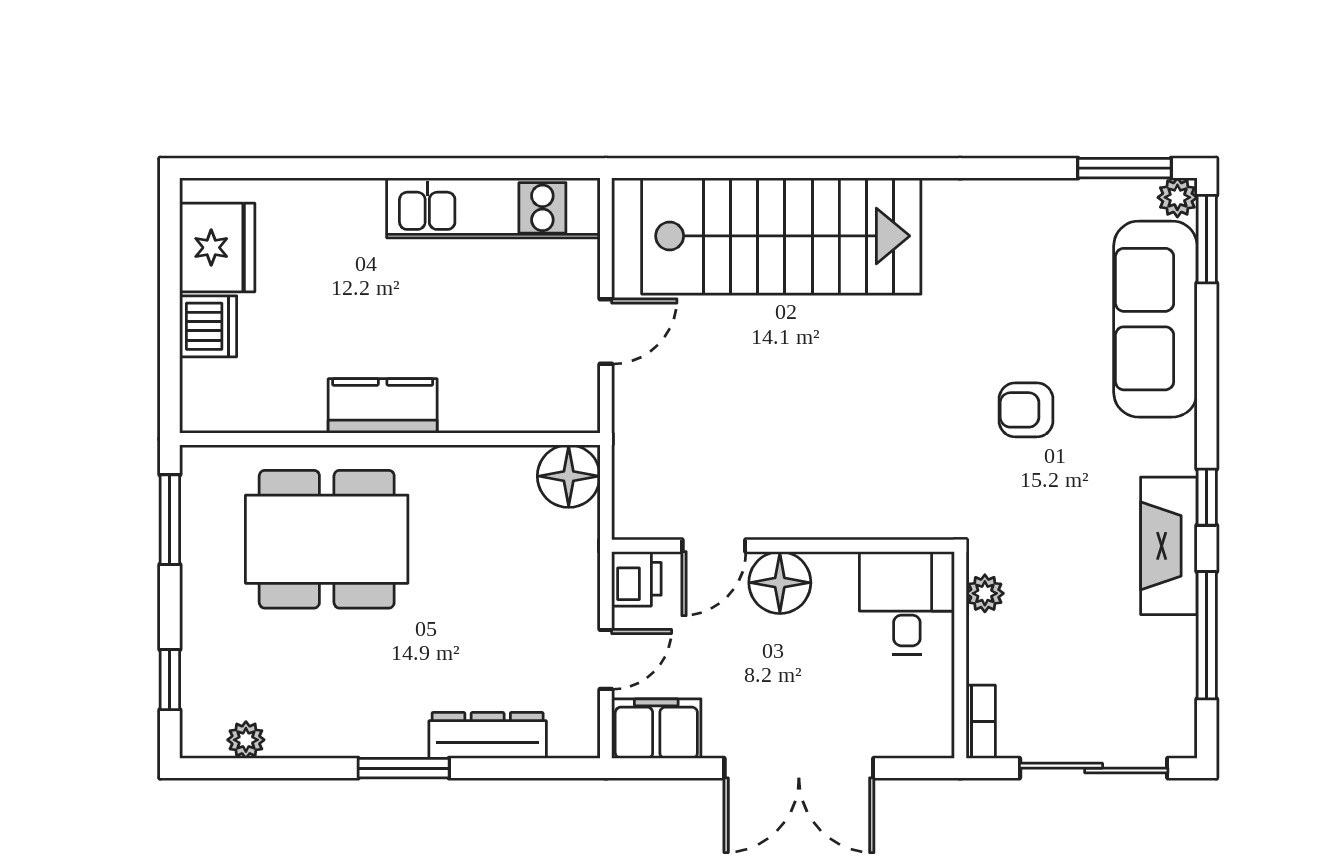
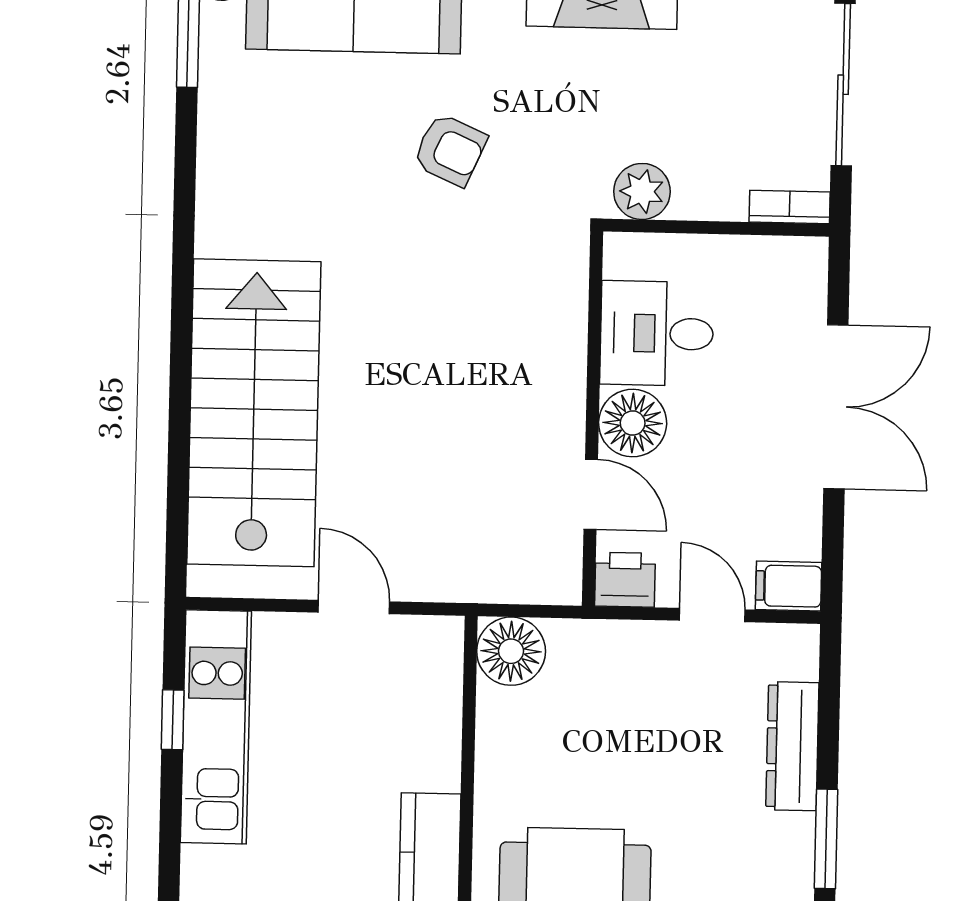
window: (499, 168) -> (173, 720), added
armchair: (1026, 410) -> (450, 150), turned -66
plant: (985, 593) -> (642, 191), width x1.38, depth x1.38
desk: (907, 603) -> (657, 333), moved
filing cabinet: (656, 729) -> (789, 586), width x0.50

